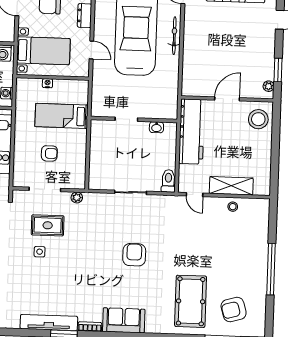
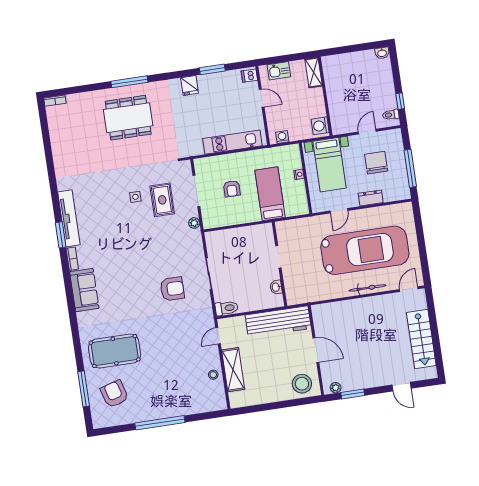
armchair: (134, 255) -> (172, 289), moved

